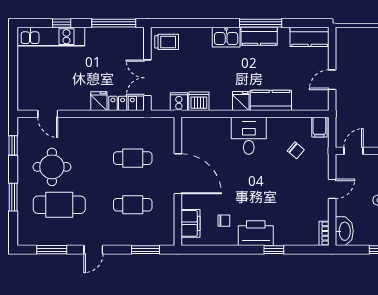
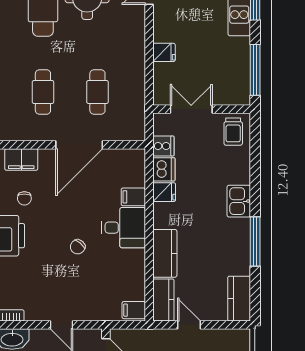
kitchen counter: (259, 36) -> (163, 300), moved, turned 180
fridge: (241, 101) -> (164, 192), moved
locker: (123, 103) -> (161, 80), removed
filing cabinet: (222, 127) -> (133, 197), added
chair: (296, 150) -> (78, 247), moved

